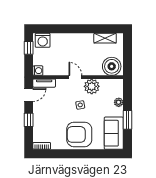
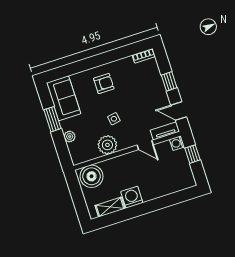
washing machine: (43, 40) -> (132, 197), moved
window: (29, 48) -> (193, 154), moved
door: (75, 77) -> (145, 145), moved
door: (29, 95) -> (179, 111), hinge flipped
armchair: (79, 134) -> (104, 84), width x0.53, depth x0.53

